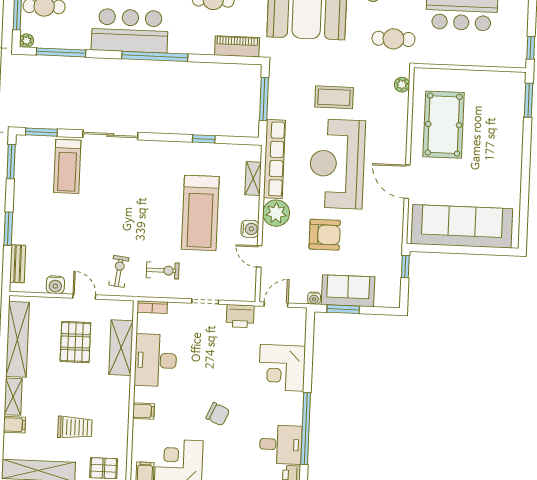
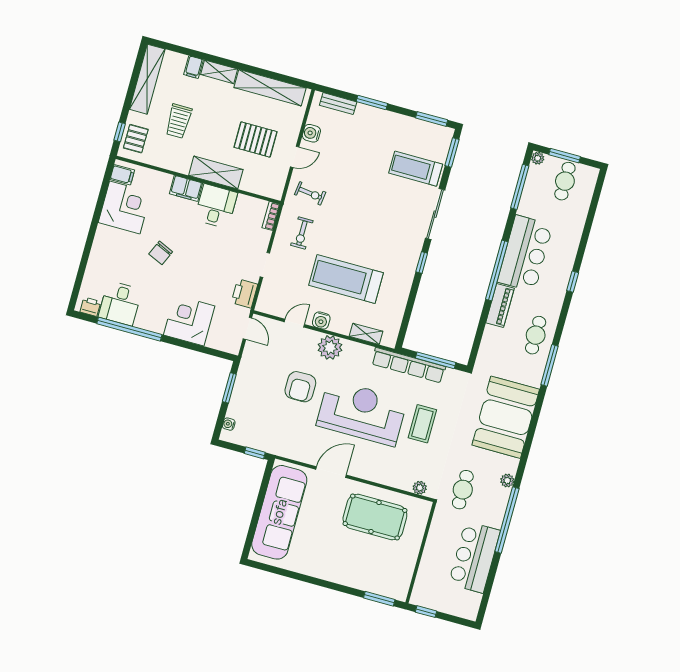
piano: (237, 46) -> (500, 305), moved
window: (204, 139) -> (422, 263), moved
row of seats: (274, 159) -> (409, 365), moved
sofa: (348, 291) -> (245, 396), removed
water cooler: (314, 298) -> (229, 424), moved
shelving: (121, 348) -> (216, 172), moved
desk: (156, 360) -> (216, 206), width x0.73
filing cabinet: (143, 411) -> (186, 188), width x2.00

